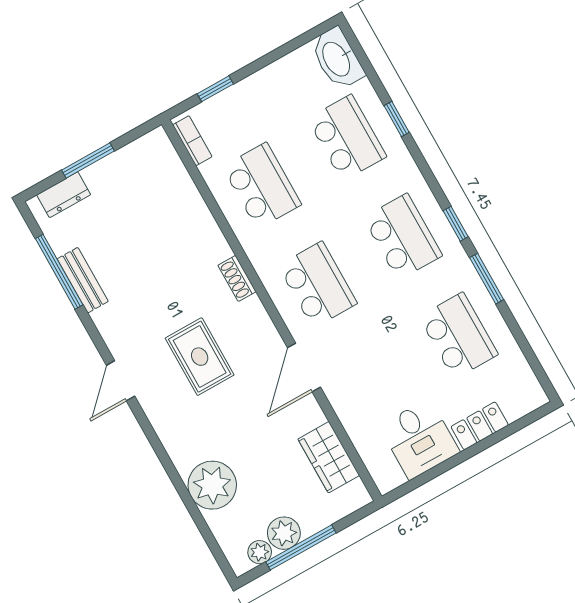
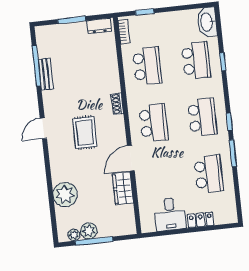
dresser: (64, 195) -> (99, 26), moved
wardrobe: (329, 457) -> (123, 188), moved

